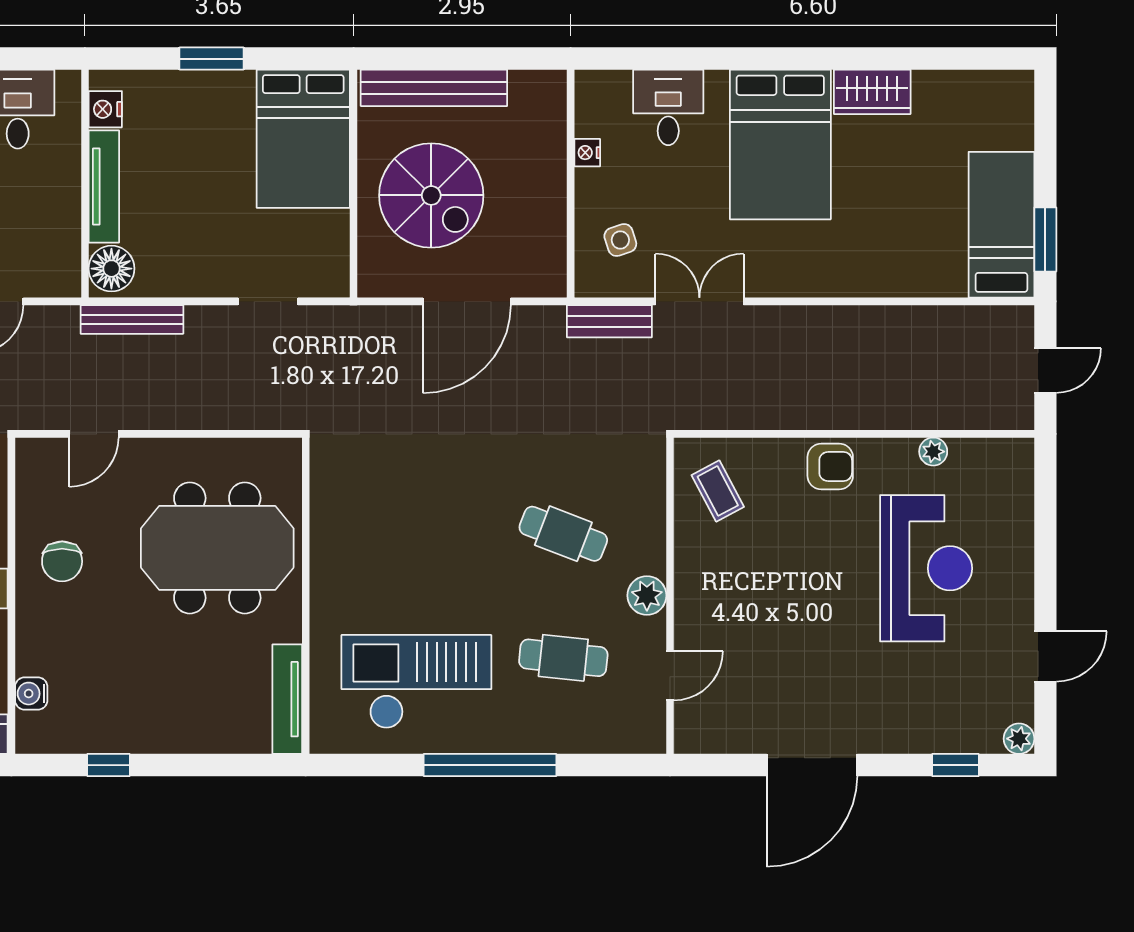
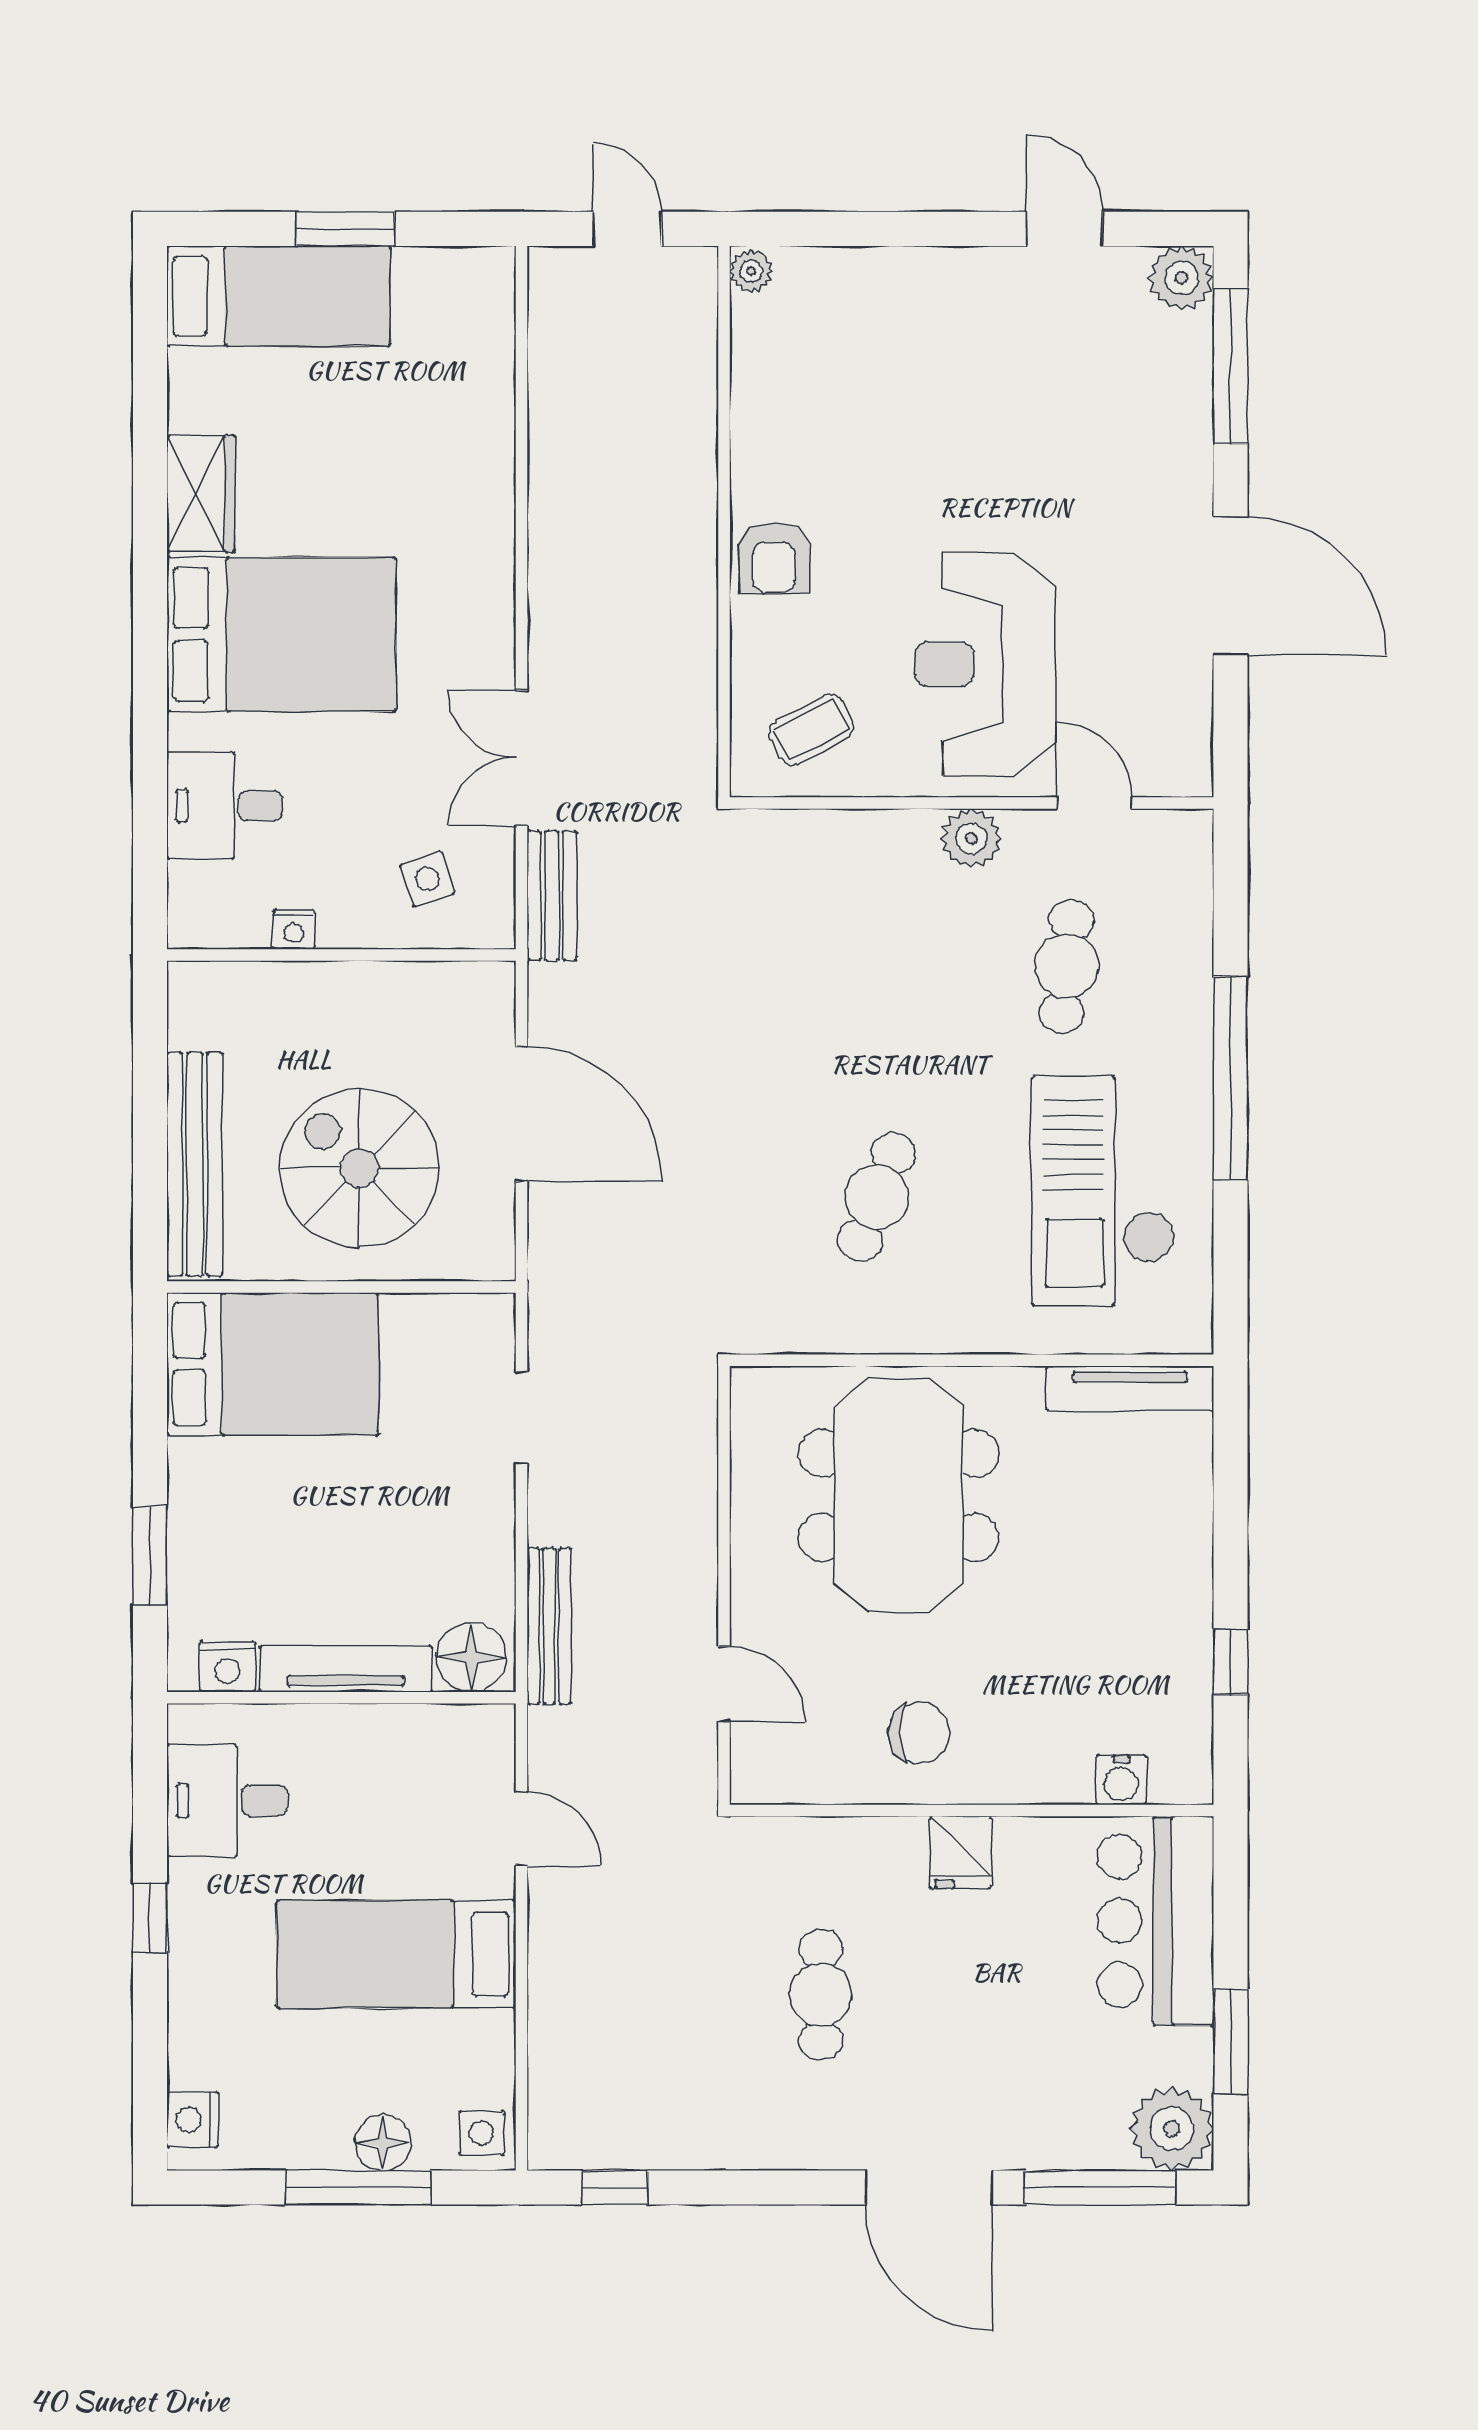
window: (212, 59) -> (150, 1556), moved
spiral stairs: (431, 195) -> (359, 1168), turned -90
bed: (1001, 225) -> (278, 296), moved, turned 180
window: (1045, 239) -> (346, 229), moved
plant: (933, 452) -> (751, 271), moved
armchair: (830, 466) -> (774, 558), turned 180
cafe table: (563, 534) -> (877, 1197), moved
reception desk: (926, 568) -> (985, 664), moved, turned -90
plant: (1019, 739) -> (1182, 278), width x1.38, depth x1.38
window: (955, 765) -> (1231, 366), width x2.17

